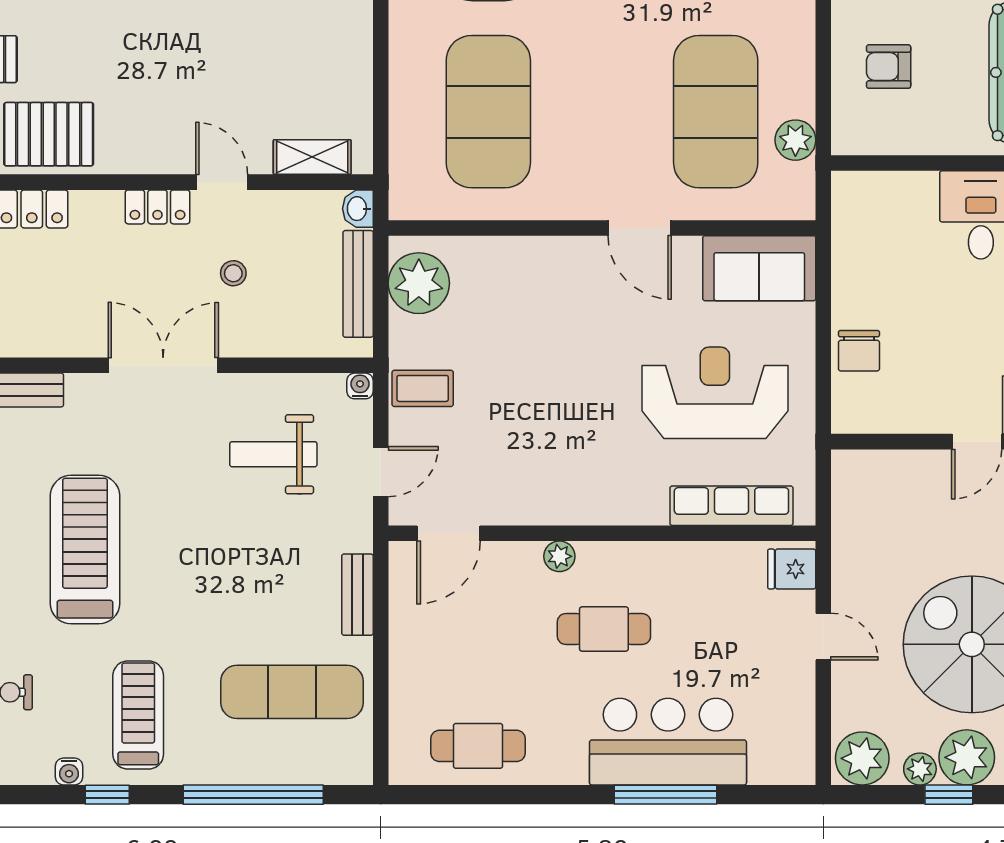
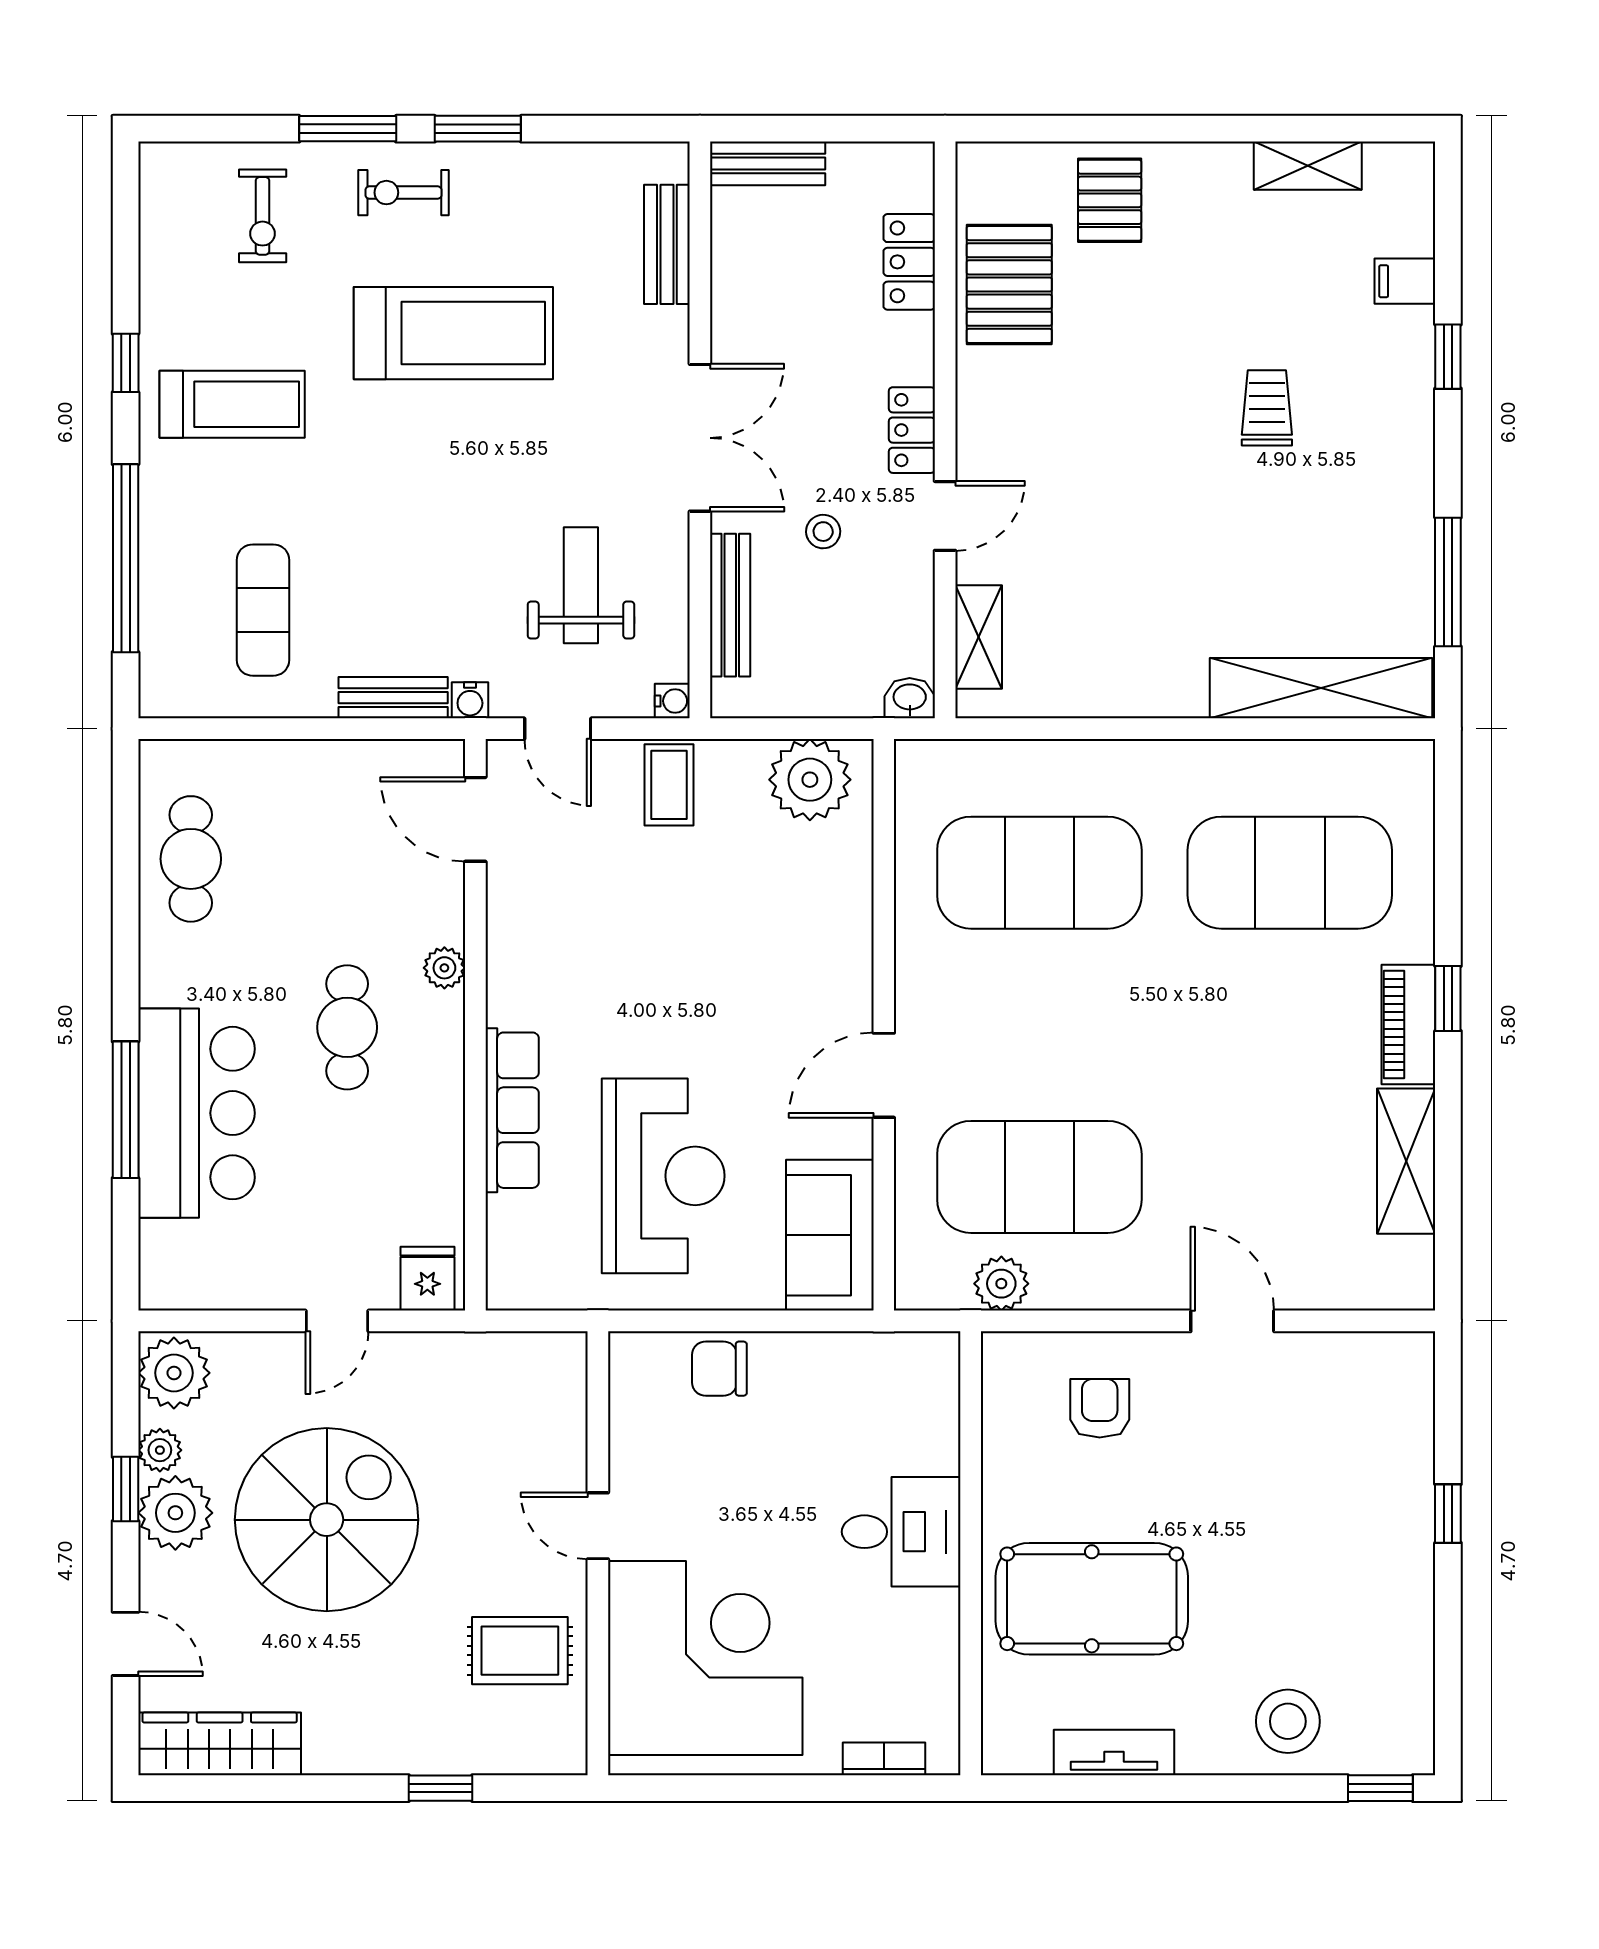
bench: (358, 284) -> (730, 605), moved, turned 90
row of seats: (731, 506) -> (512, 1110), moved
exercise mat: (292, 692) -> (263, 610), width x0.73, depth x0.69
water cooler: (69, 771) -> (470, 700), moved, turned -90

